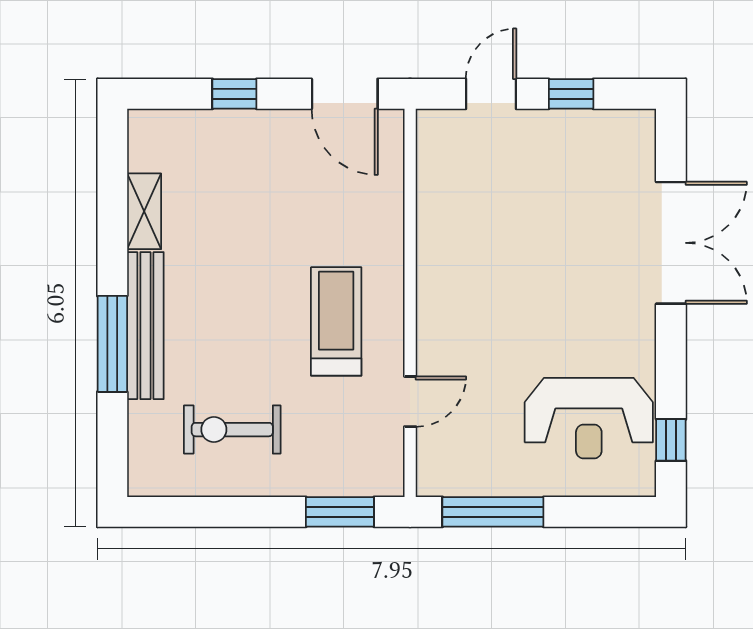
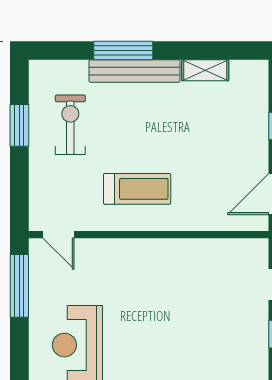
door: (410, 402) -> (58, 235), moved
window: (340, 512) -> (19, 125), moved

